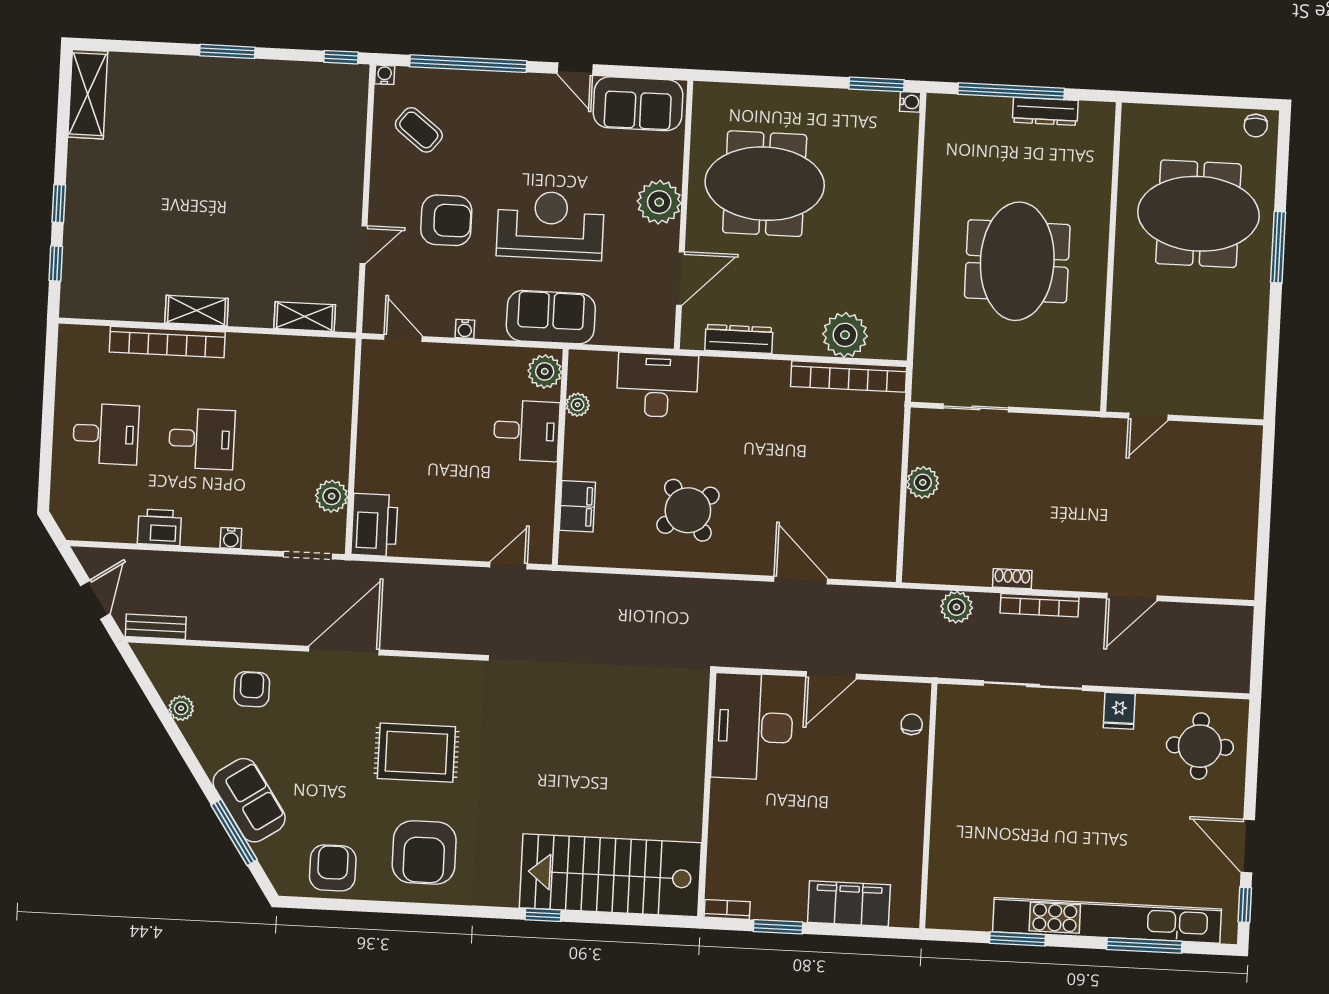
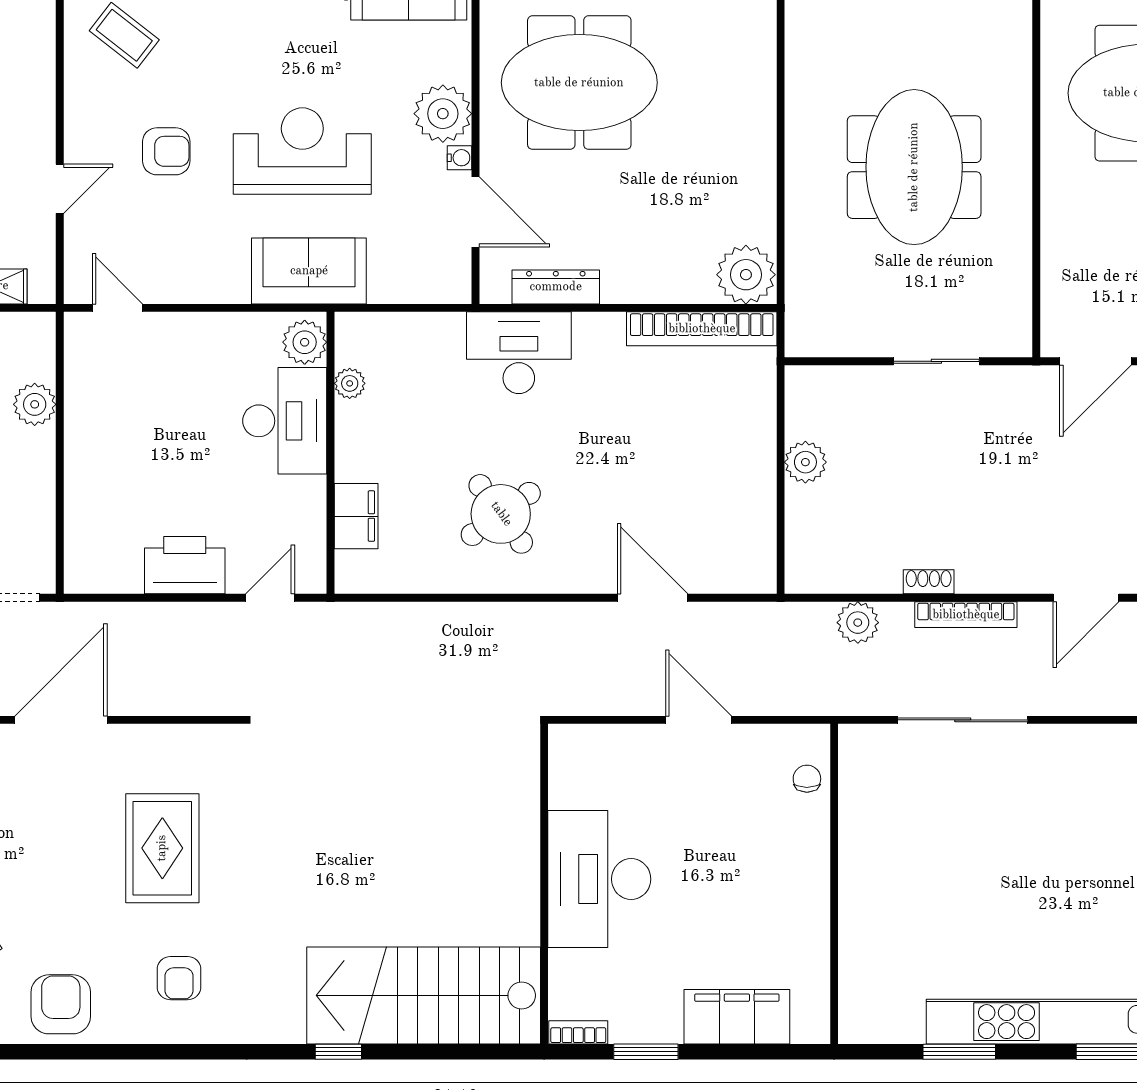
armchair: (446, 220) -> (166, 151), width x0.72, depth x0.72
door: (680, 279) -> (475, 212), hinge flipped
water cooler: (465, 329) -> (459, 158), moved, turned -90
plant: (845, 335) -> (746, 275), moved
desk: (657, 385) -> (519, 353), moved
sliding door: (976, 408) -> (936, 361), moved
door: (1148, 417) -> (1095, 361), width x1.38
desk: (527, 431) -> (285, 421), width x1.37
plant: (332, 496) -> (35, 404), moved
printer: (374, 525) -> (185, 565), moved, turned -90
door: (831, 675) -> (699, 720), swing flipped
fridge: (1119, 711) -> (1077, 747), removed
desk: (752, 727) -> (599, 879), moved
rug: (416, 753) -> (162, 848), turned 90
armchair: (424, 852) -> (179, 978), width x0.53, depth x0.53

